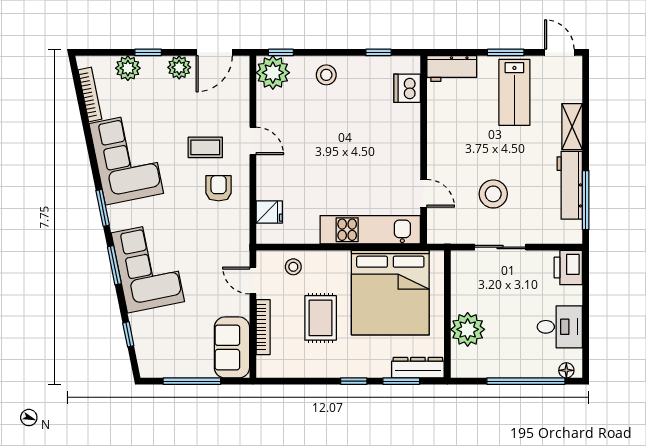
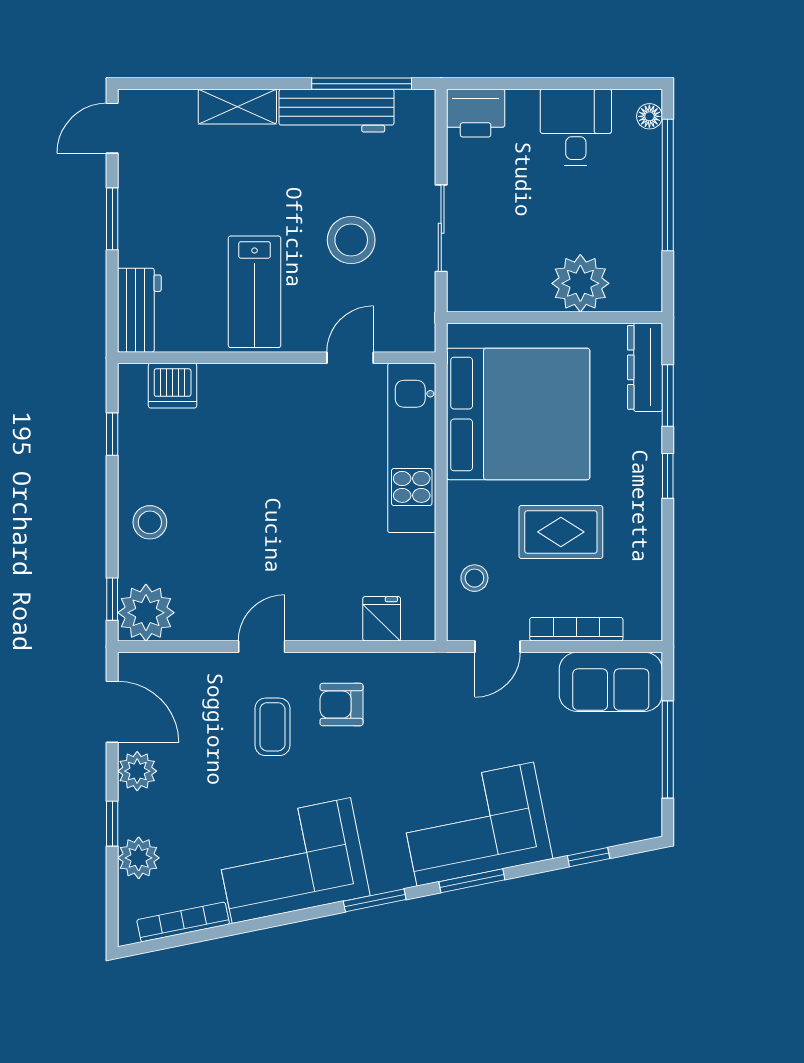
lab bench: (514, 92) -> (255, 292), moved, turned 90

